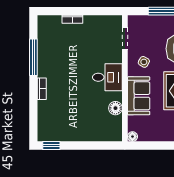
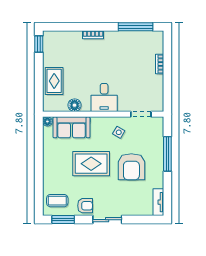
window: (33, 57) -> (135, 27), moved
sofa: (139, 96) -> (72, 127), moved
rug: (90, 129) -> (54, 81), added

